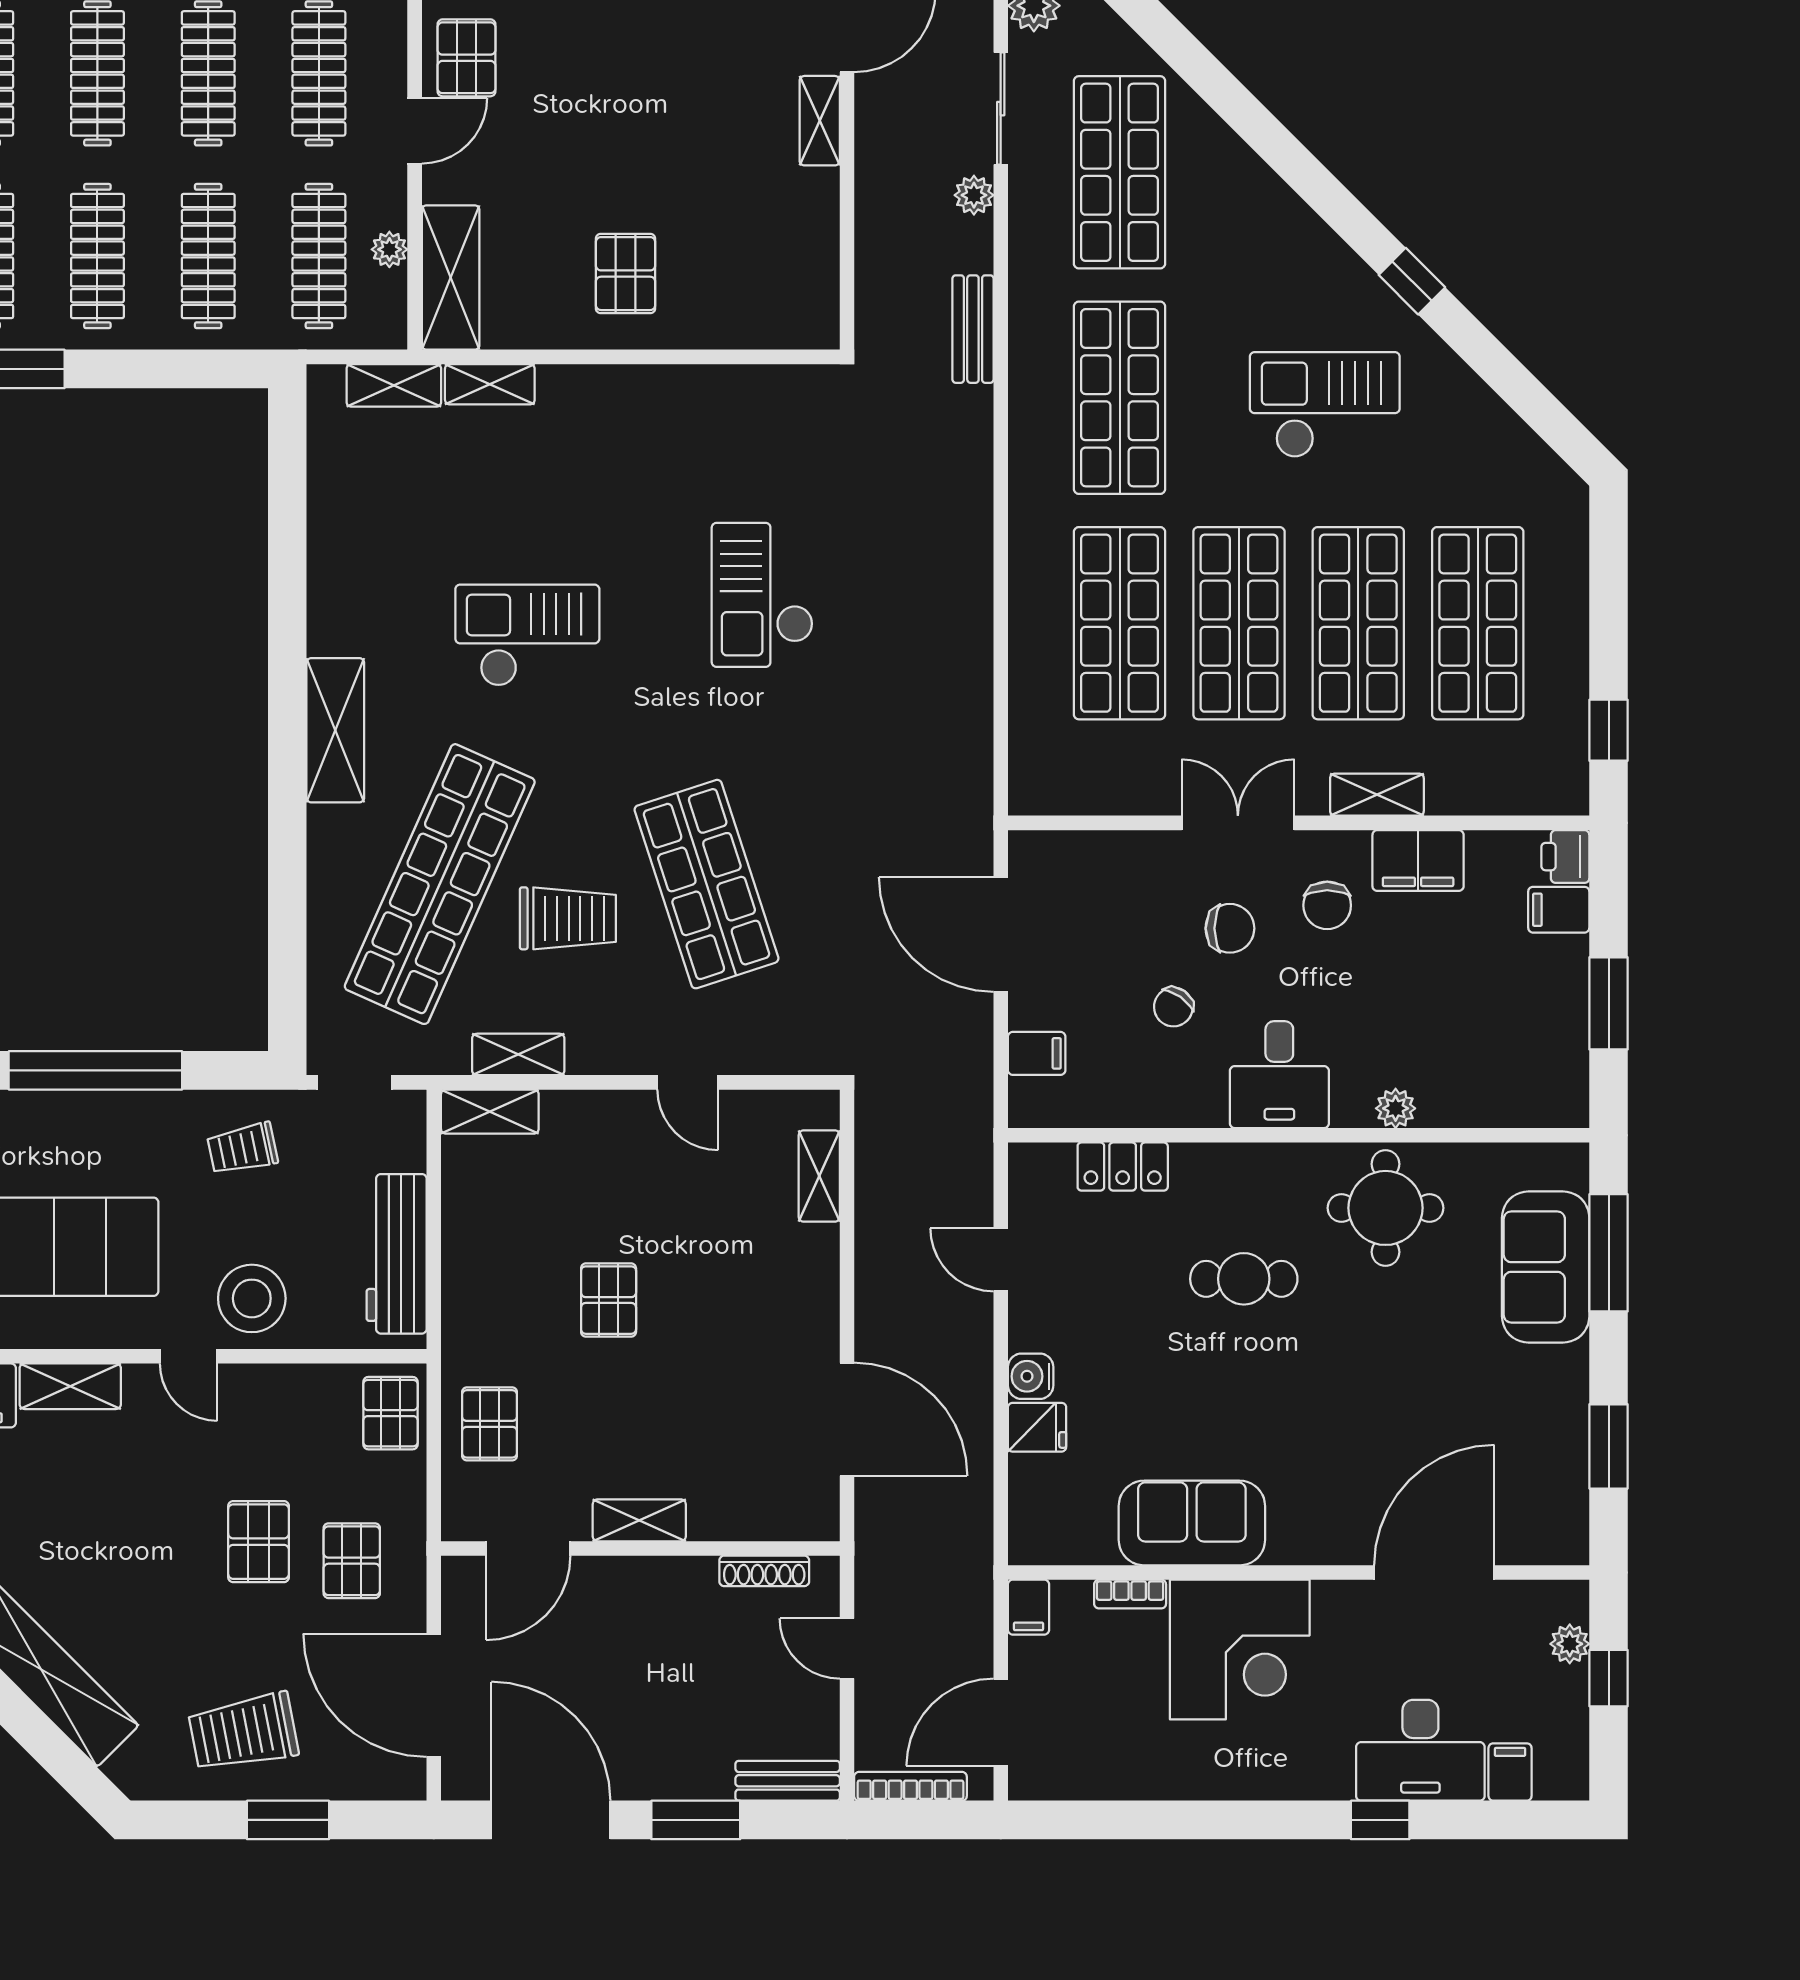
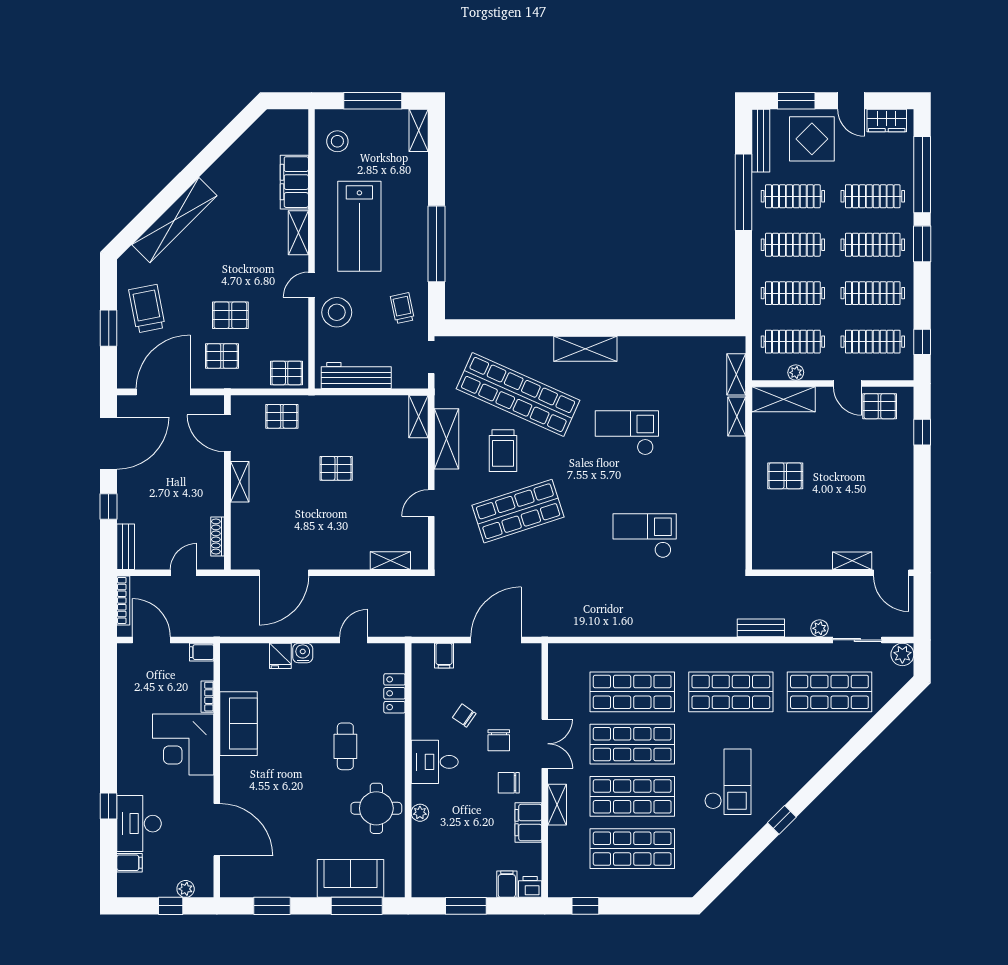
checkout: (527, 635) -> (627, 433), turned -90
shelving: (518, 1054) -> (447, 439), width x1.50, depth x1.33
window: (696, 1820) -> (109, 507), width x0.67

